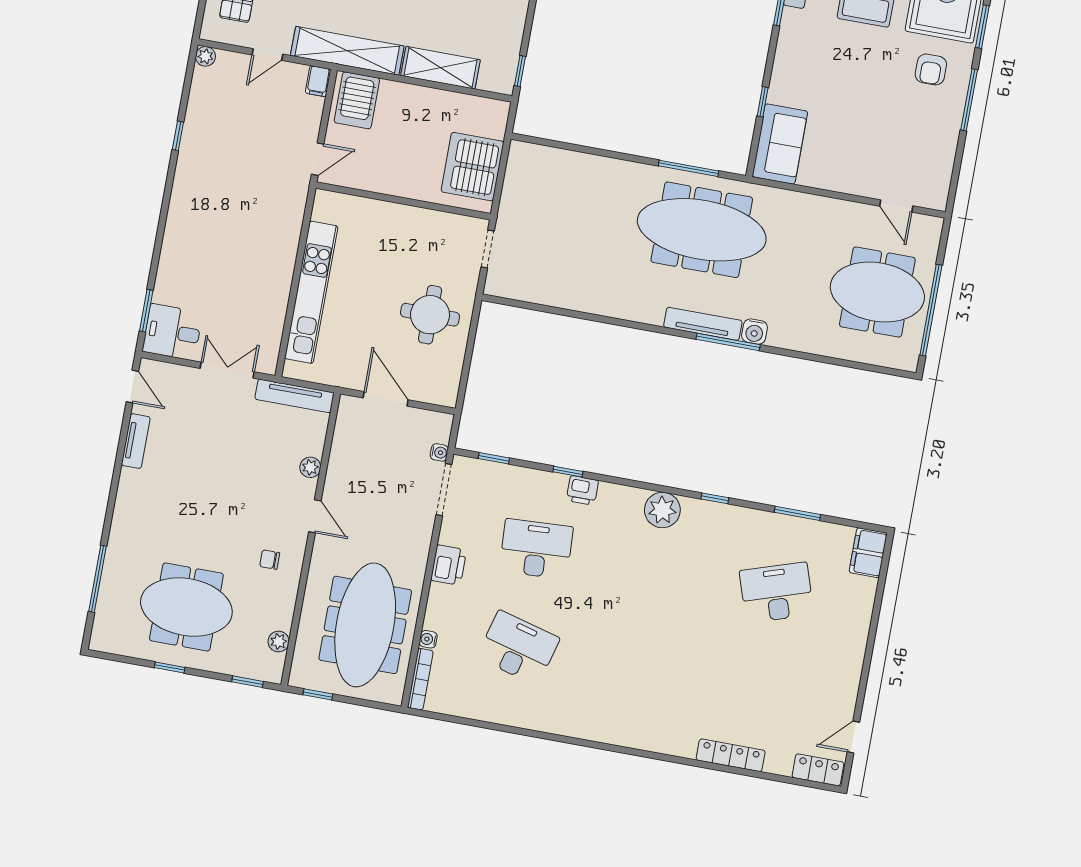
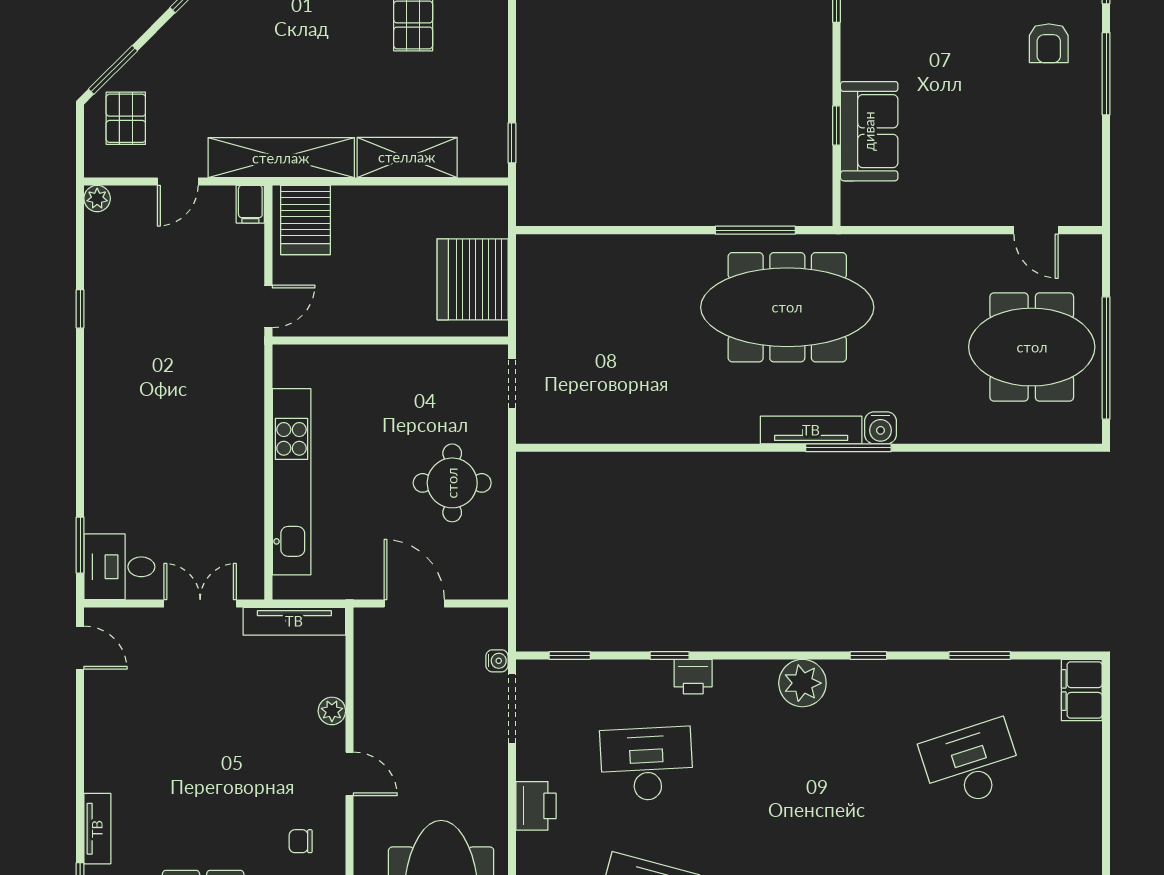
sofa: (780, 144) -> (869, 131), moved
tv unit: (136, 441) -> (97, 829), moved

